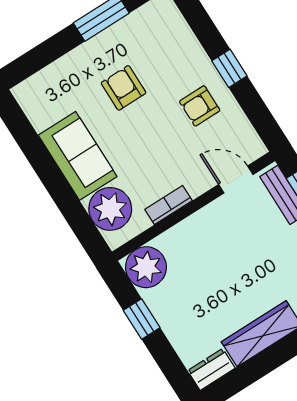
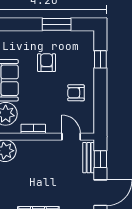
window: (229, 68) -> (100, 59), moved

